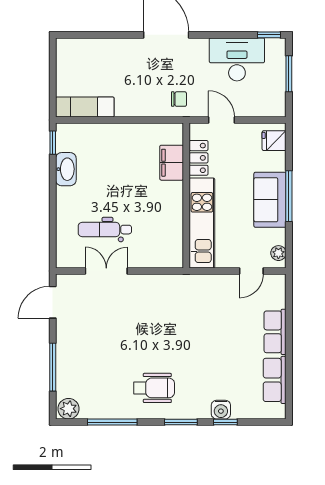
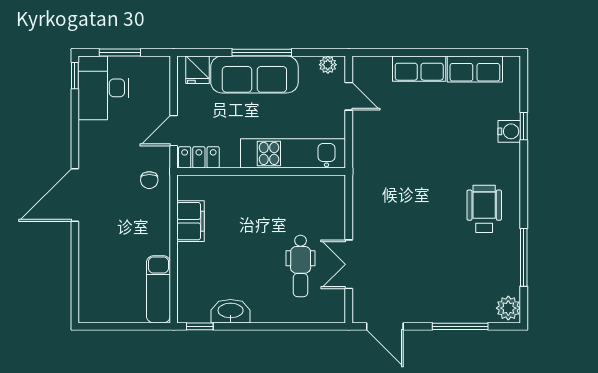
desk: (237, 59) -> (103, 88), moved
chair: (179, 99) -> (149, 180), turned 180
locker: (199, 158) -> (199, 157), moved
filing cabinet: (172, 163) -> (191, 221), moved, turned -90
sofa: (270, 200) -> (254, 74), width x1.36
window: (181, 422) -> (524, 178), removed

